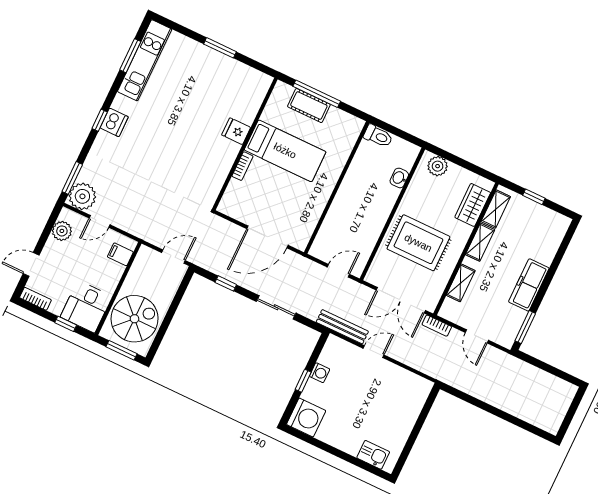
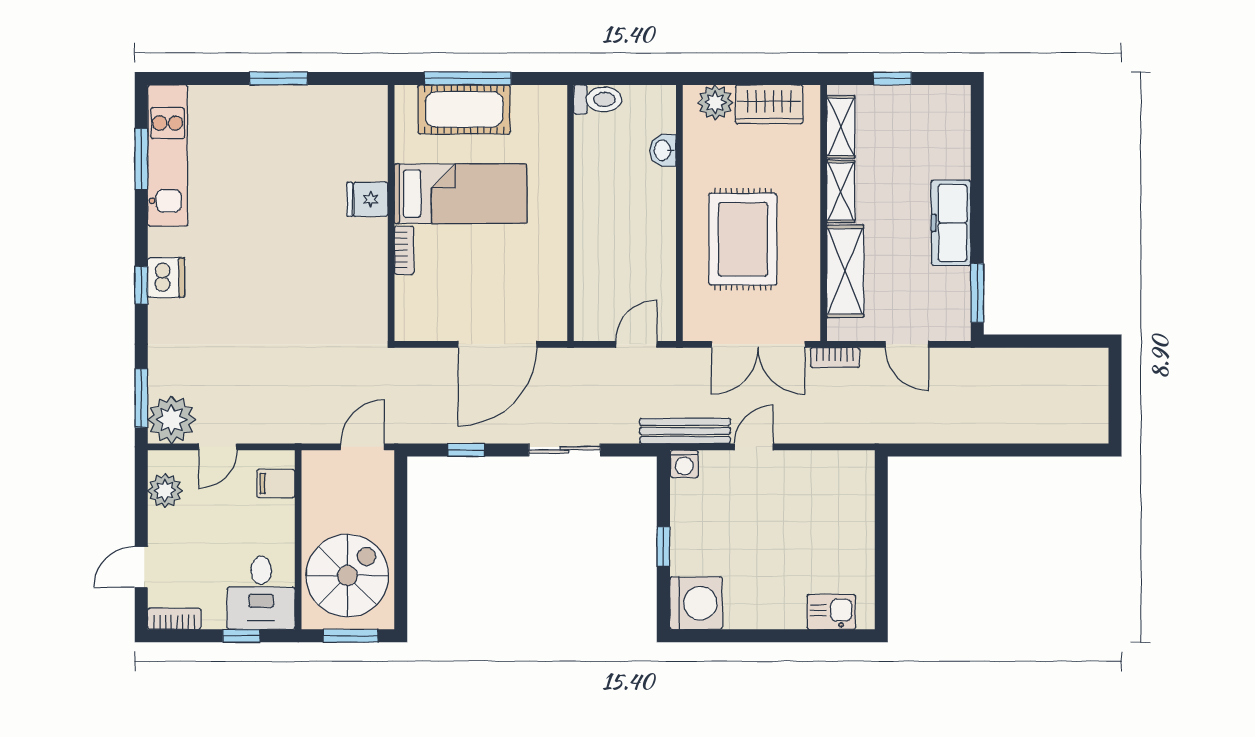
cot: (309, 106) -> (464, 109), width x1.37, depth x1.34
wardrobe: (473, 205) -> (769, 104), moved, turned -90
rug: (418, 243) -> (743, 239), turned 90
shelving: (461, 283) -> (845, 271), width x1.50, depth x1.33
washing machine: (320, 373) -> (684, 464), moved, turned 90

